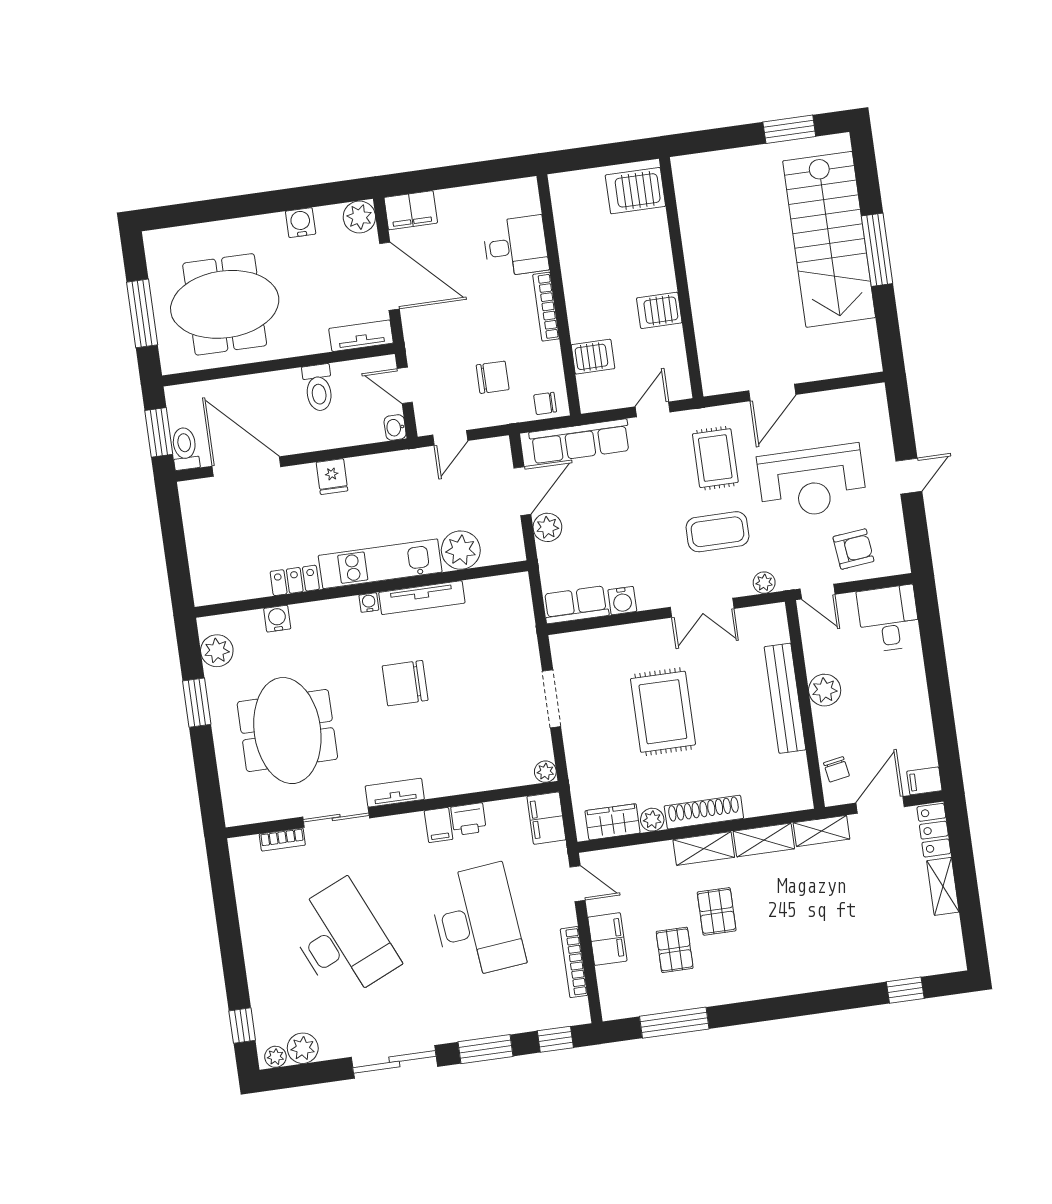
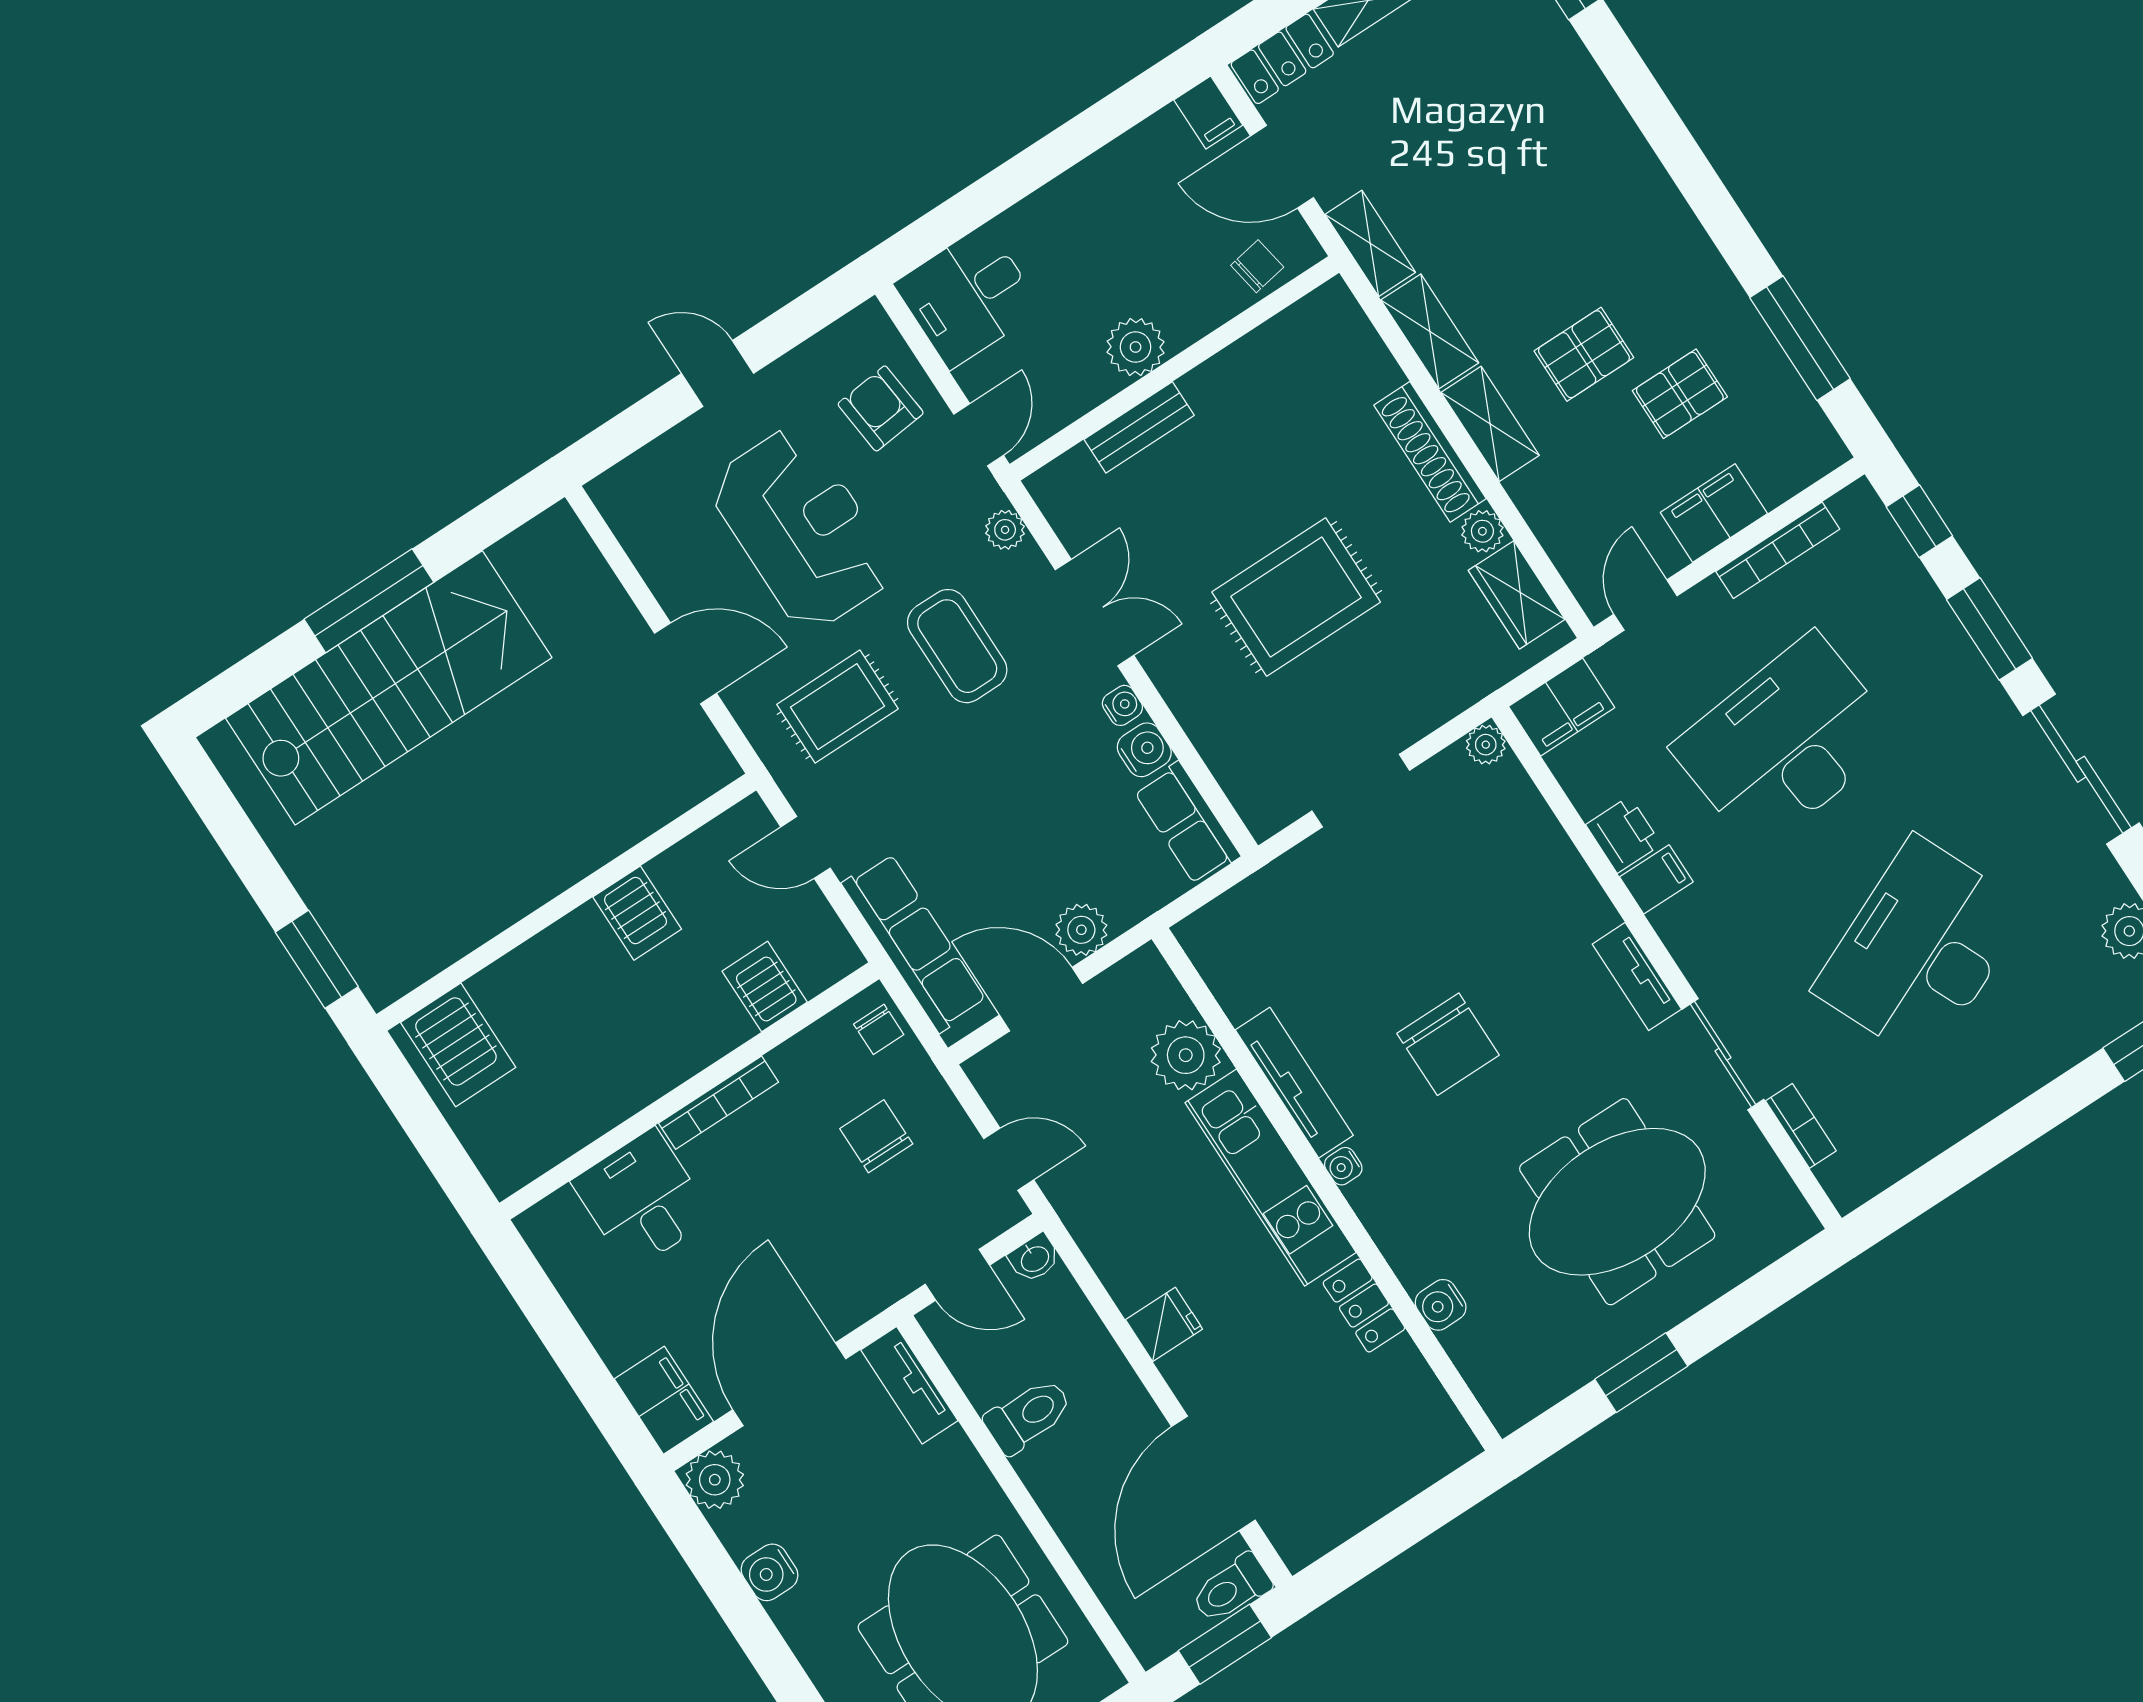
window: (789, 129) -> (317, 959), moved
door: (405, 385) -> (957, 1275), hinge flipped
water cooler: (649, 600) -> (1122, 705), added
plant: (217, 651) -> (1540, 1380), removed
bench: (785, 698) -> (1139, 427), width x0.54, depth x0.82

